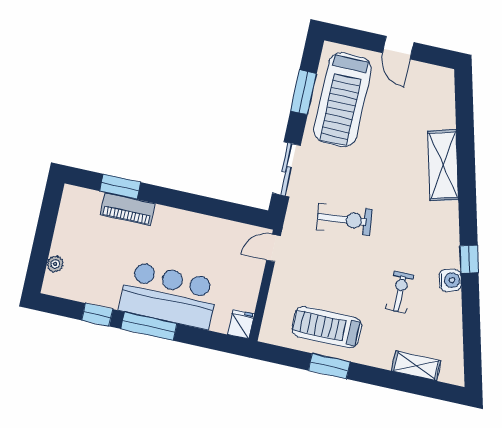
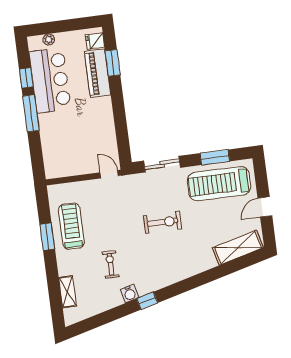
shelving: (443, 165) -> (238, 248), moved
piano: (128, 209) -> (98, 73), width x1.37, depth x1.33
exercise bike: (344, 219) -> (162, 222), moved, turned -84
exercise bike: (400, 292) -> (110, 264), turned -90
bar counter: (169, 295) -> (50, 80), moved
fridge: (241, 324) -> (95, 41), moved, turned 180

